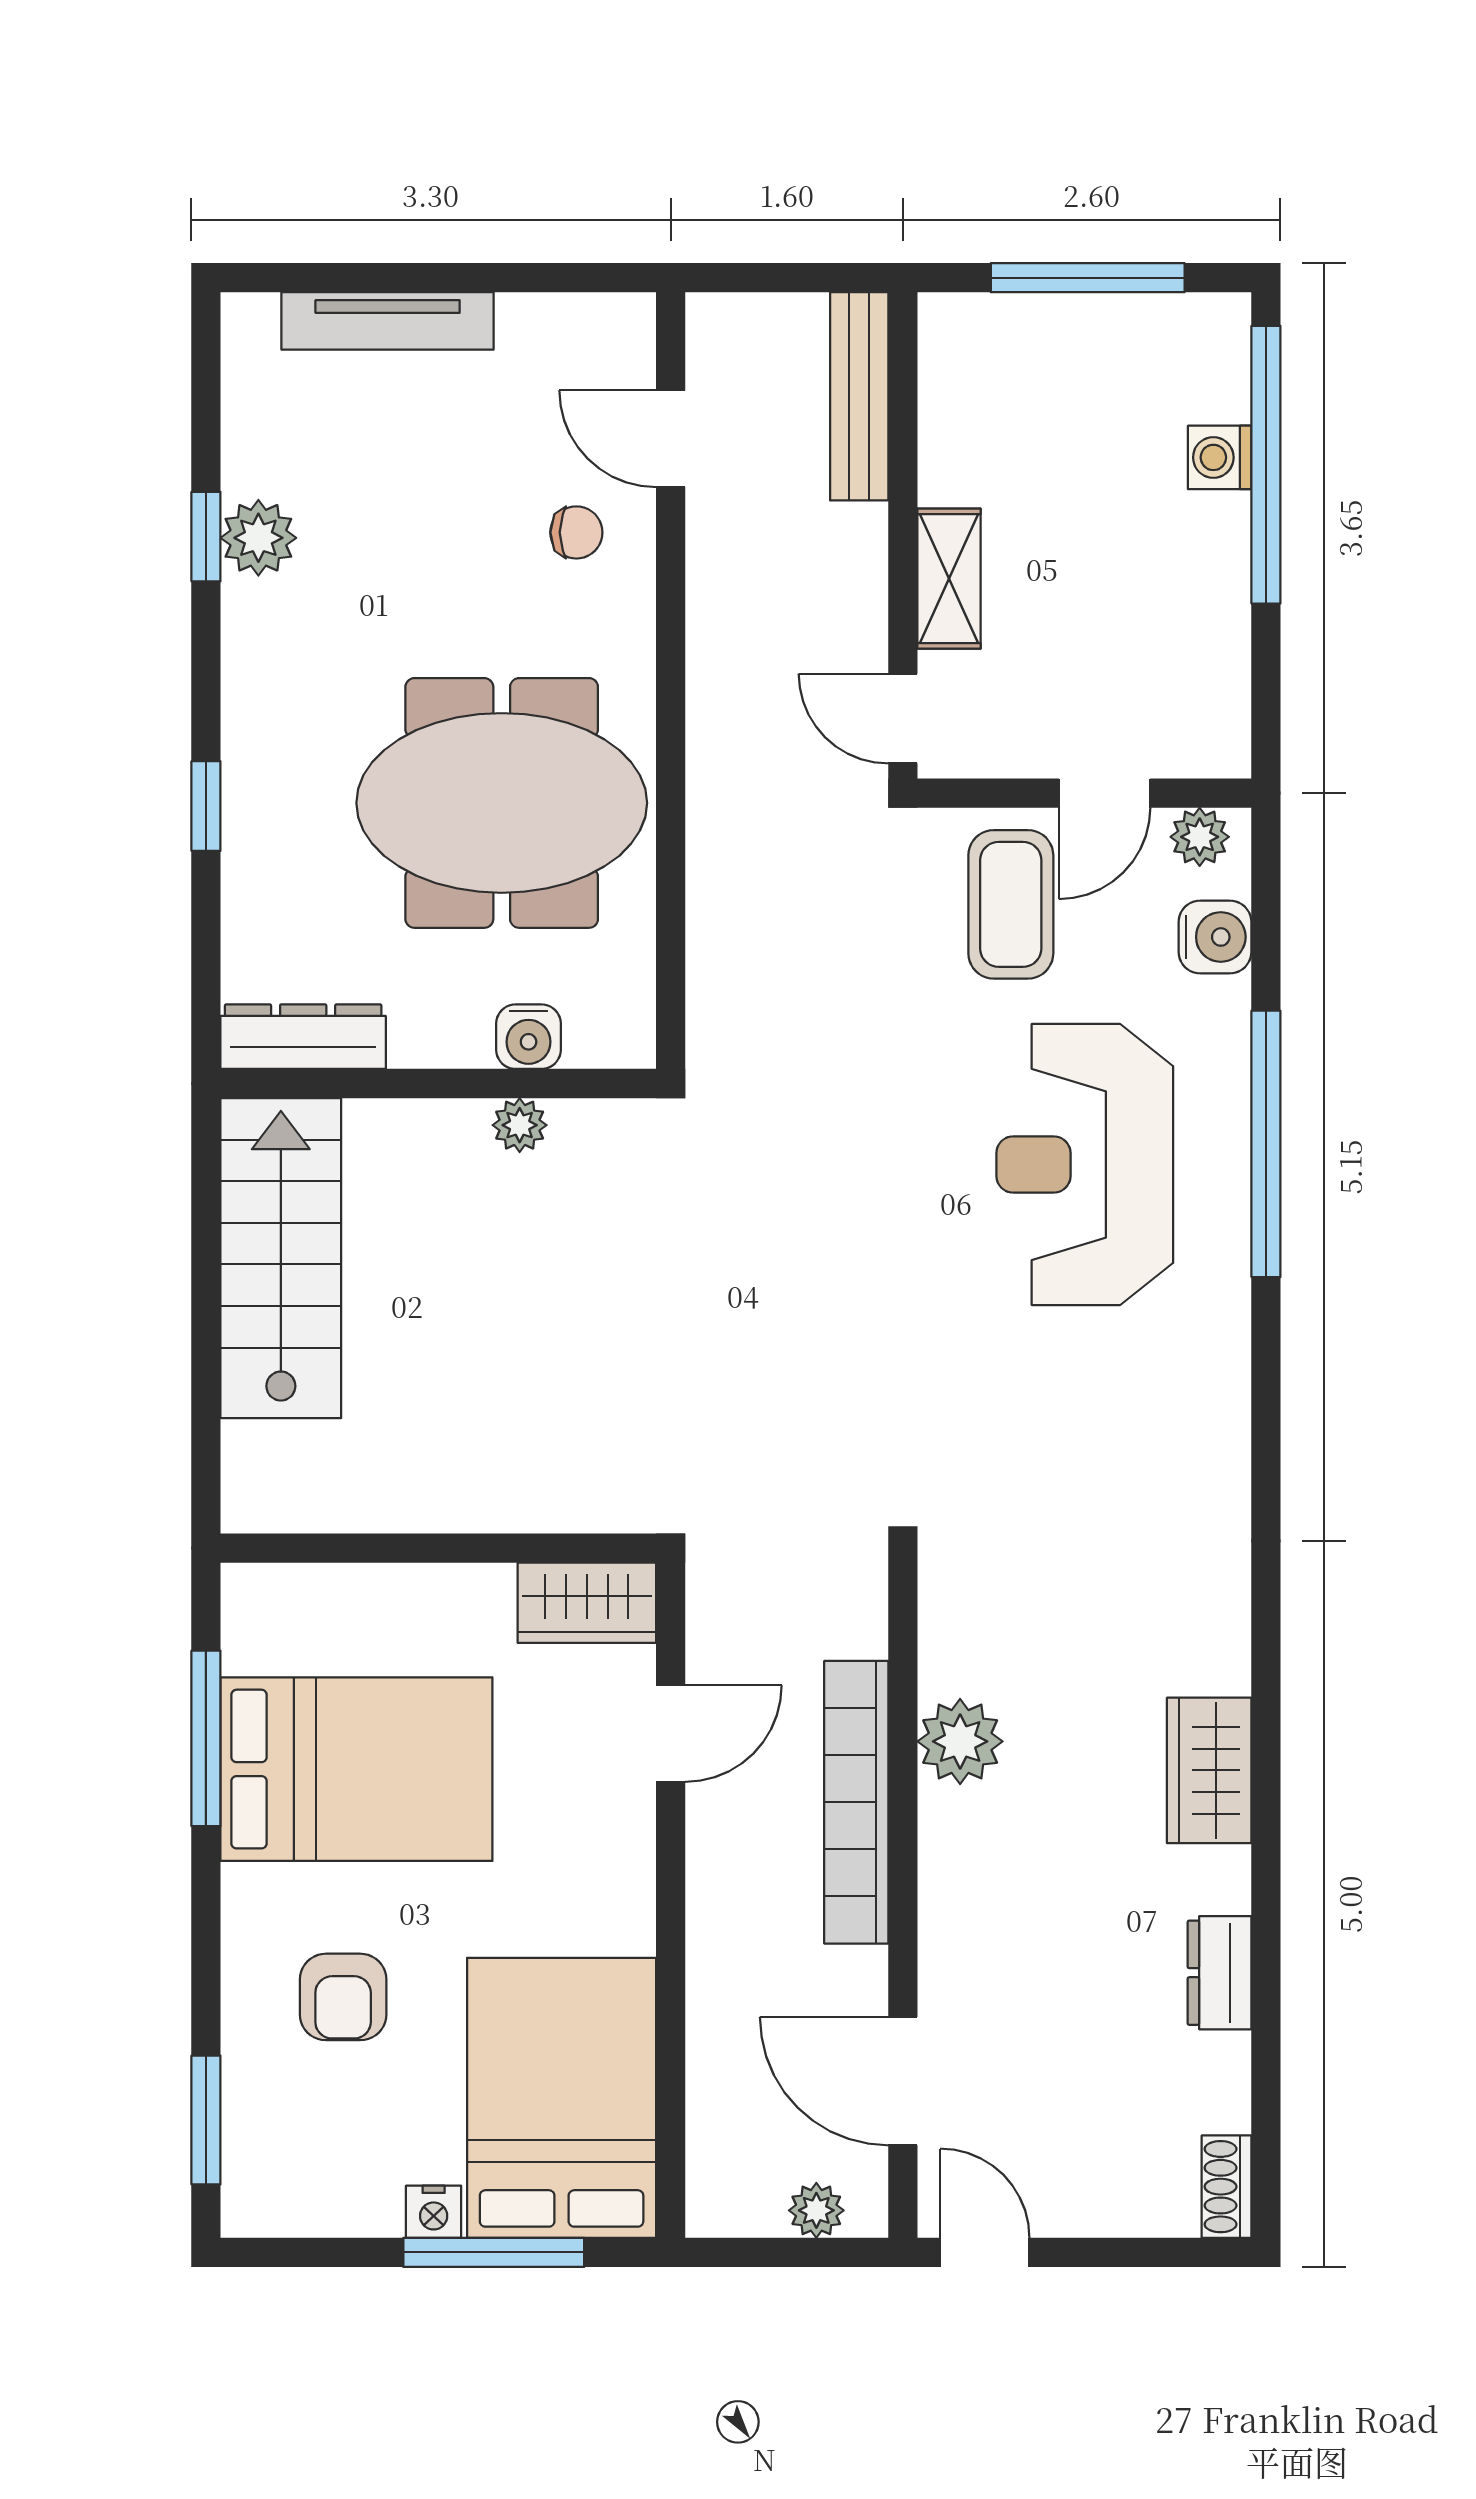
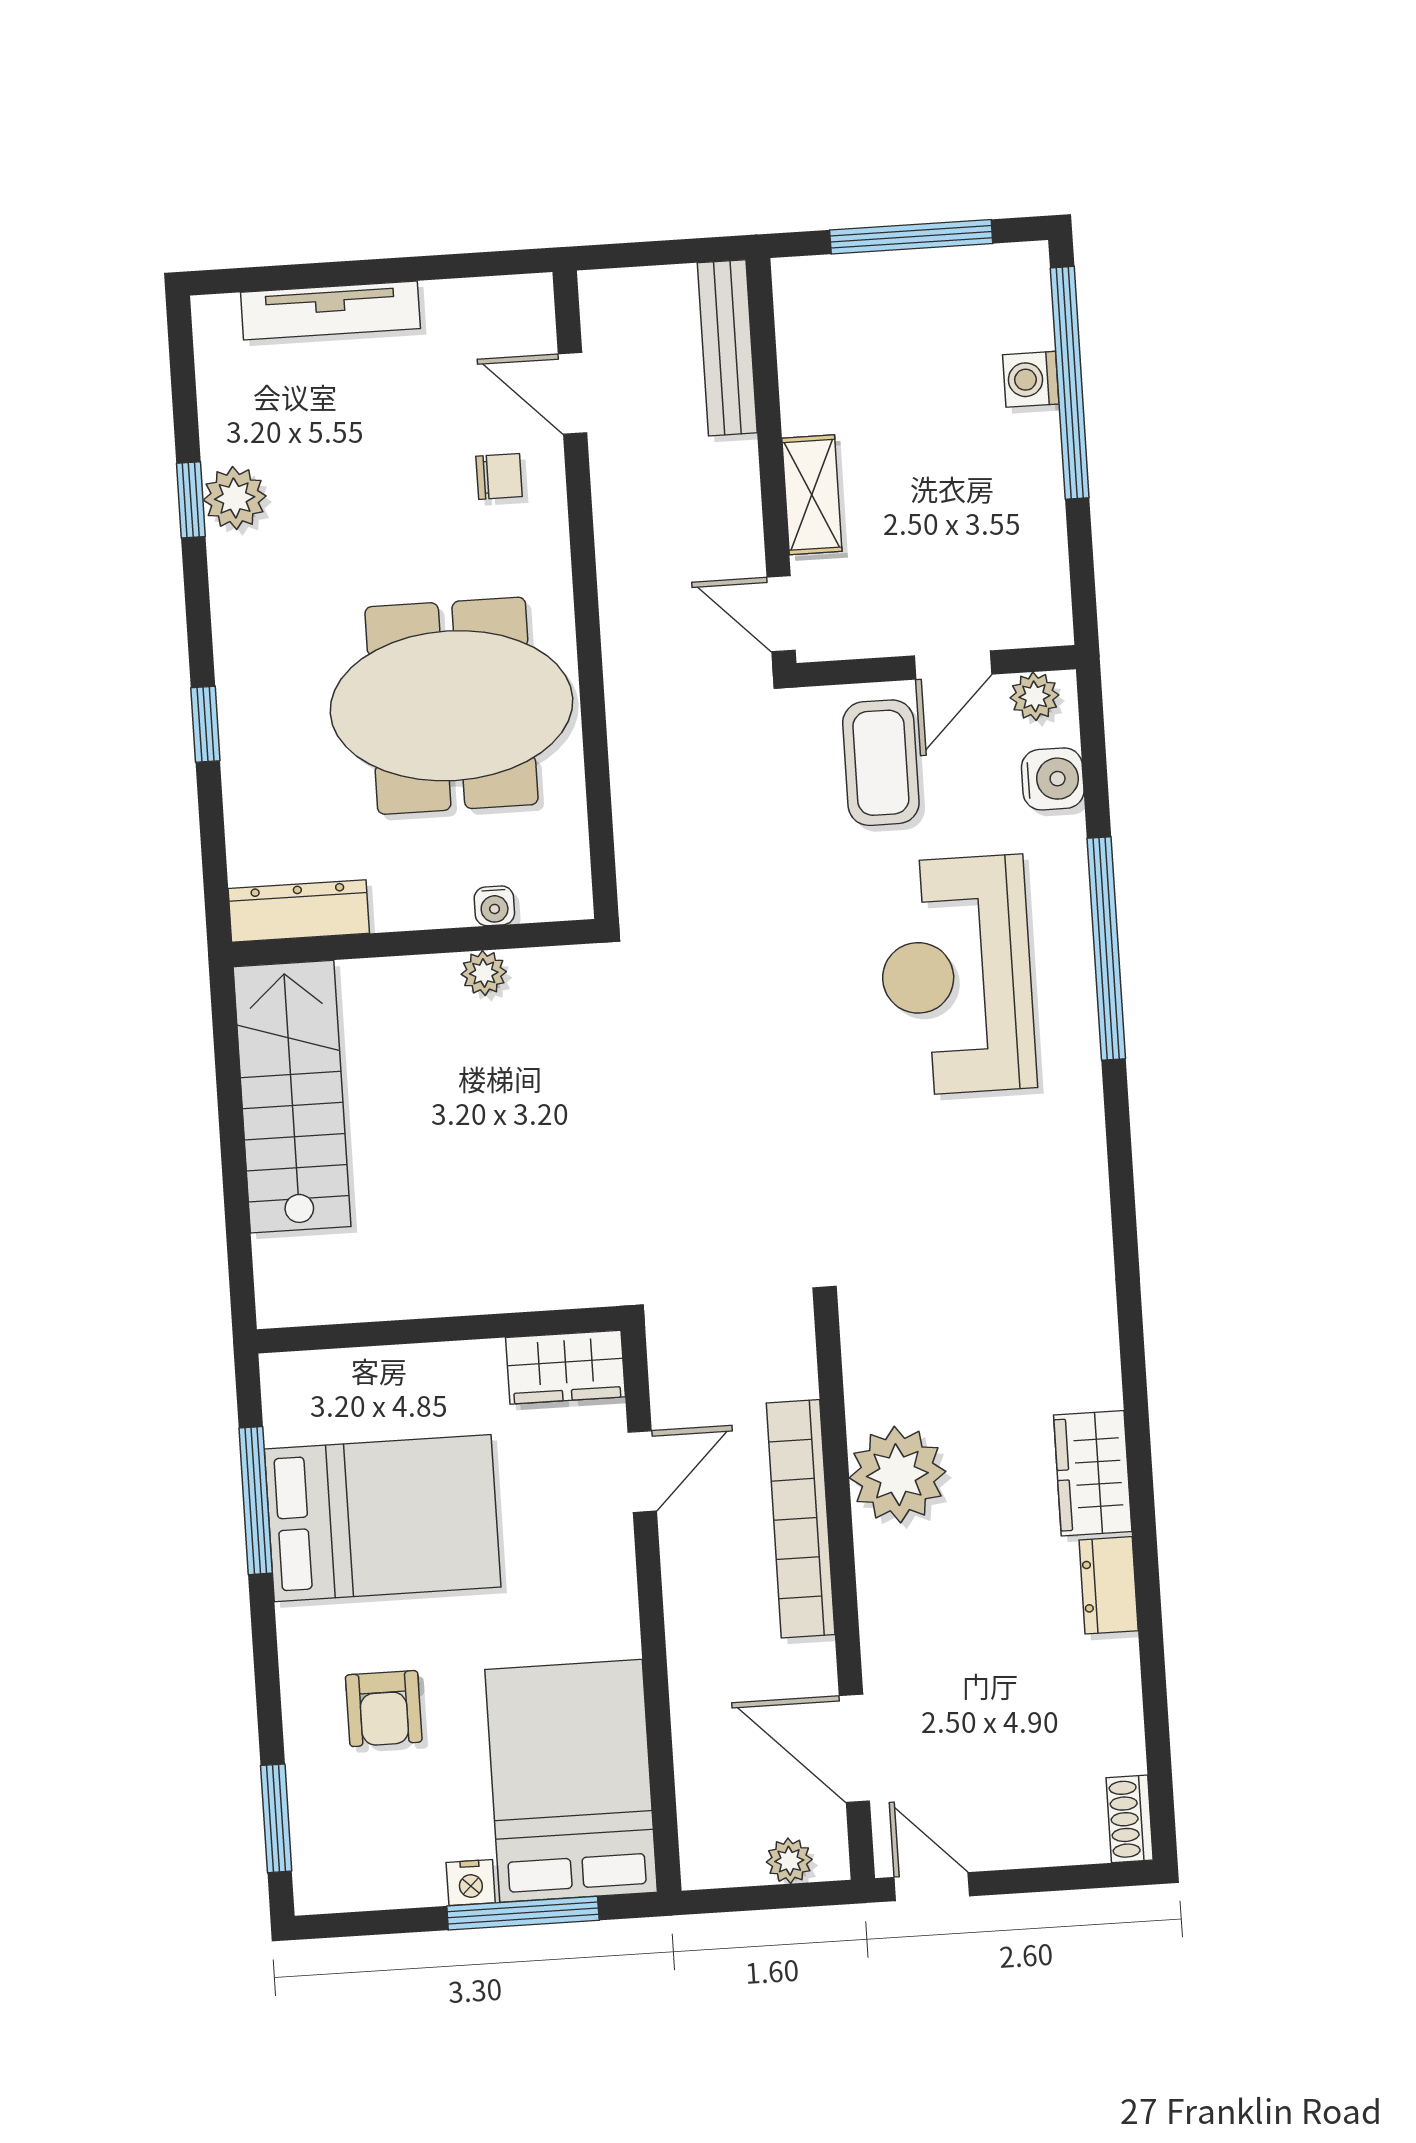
water cooler: (529, 1037) -> (494, 906), width x0.72, depth x0.72
plant: (960, 1741) -> (897, 1475), width x1.36, depth x1.36
dresser: (1220, 1973) -> (1109, 1585), moved

